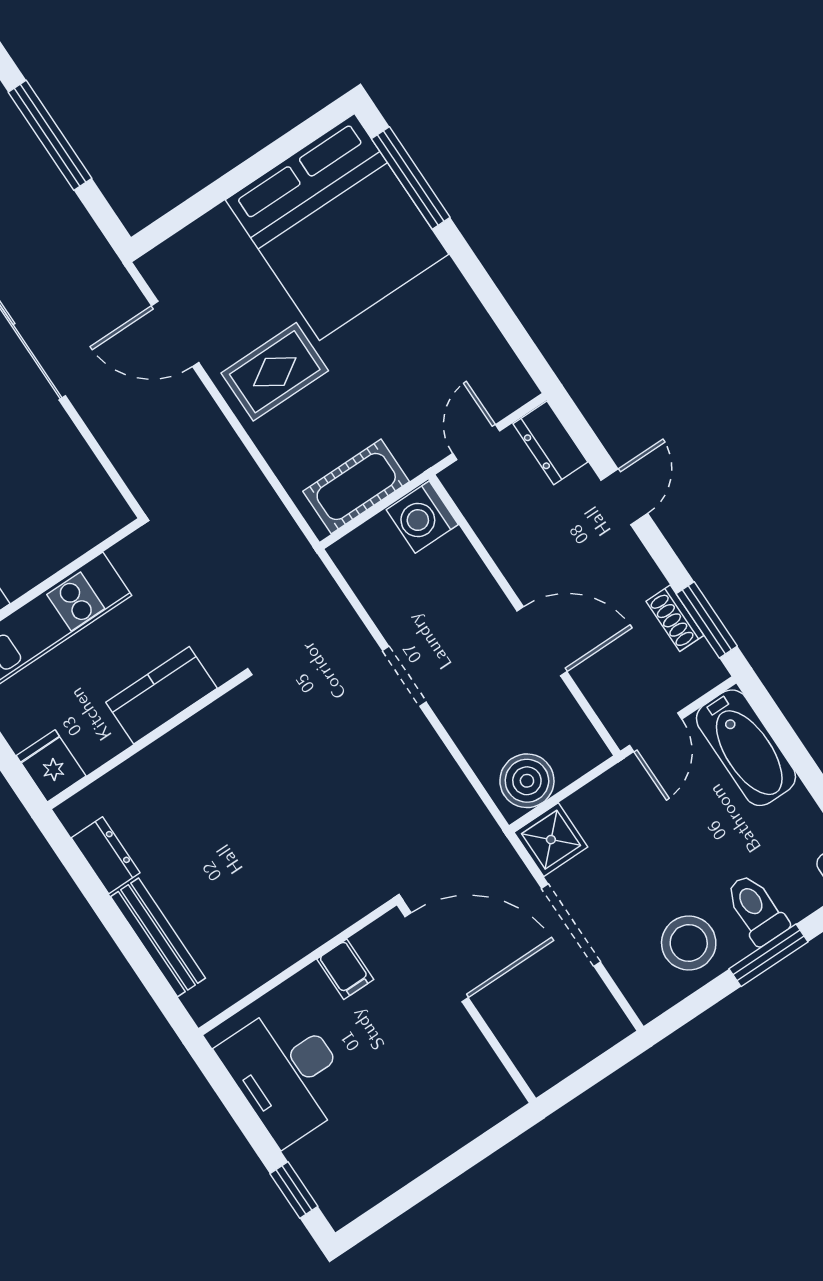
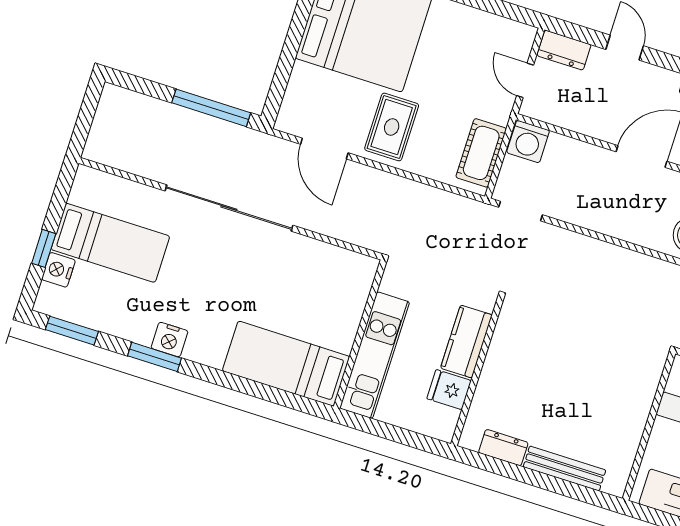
window: (50, 135) -> (211, 108), moved
door: (175, 334) -> (324, 148), hinge flipped
doorway: (404, 676) -> (520, 211), moved
fridge: (51, 766) -> (449, 390), moved

